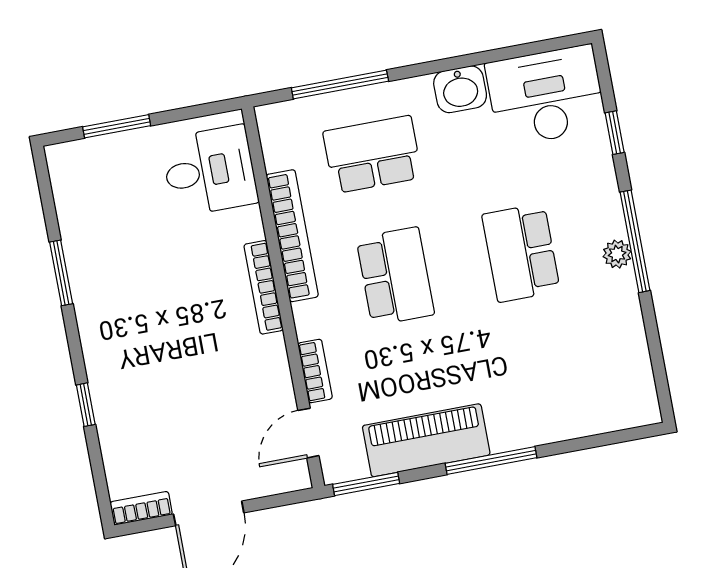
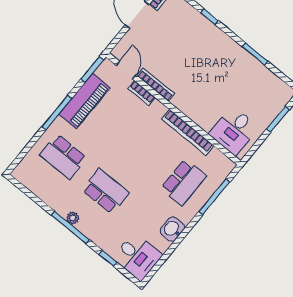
desk: (546, 96) -> (137, 256), width x0.73
school desk: (395, 276) -> (63, 157), moved
bookcase: (264, 287) -> (156, 85), moved

